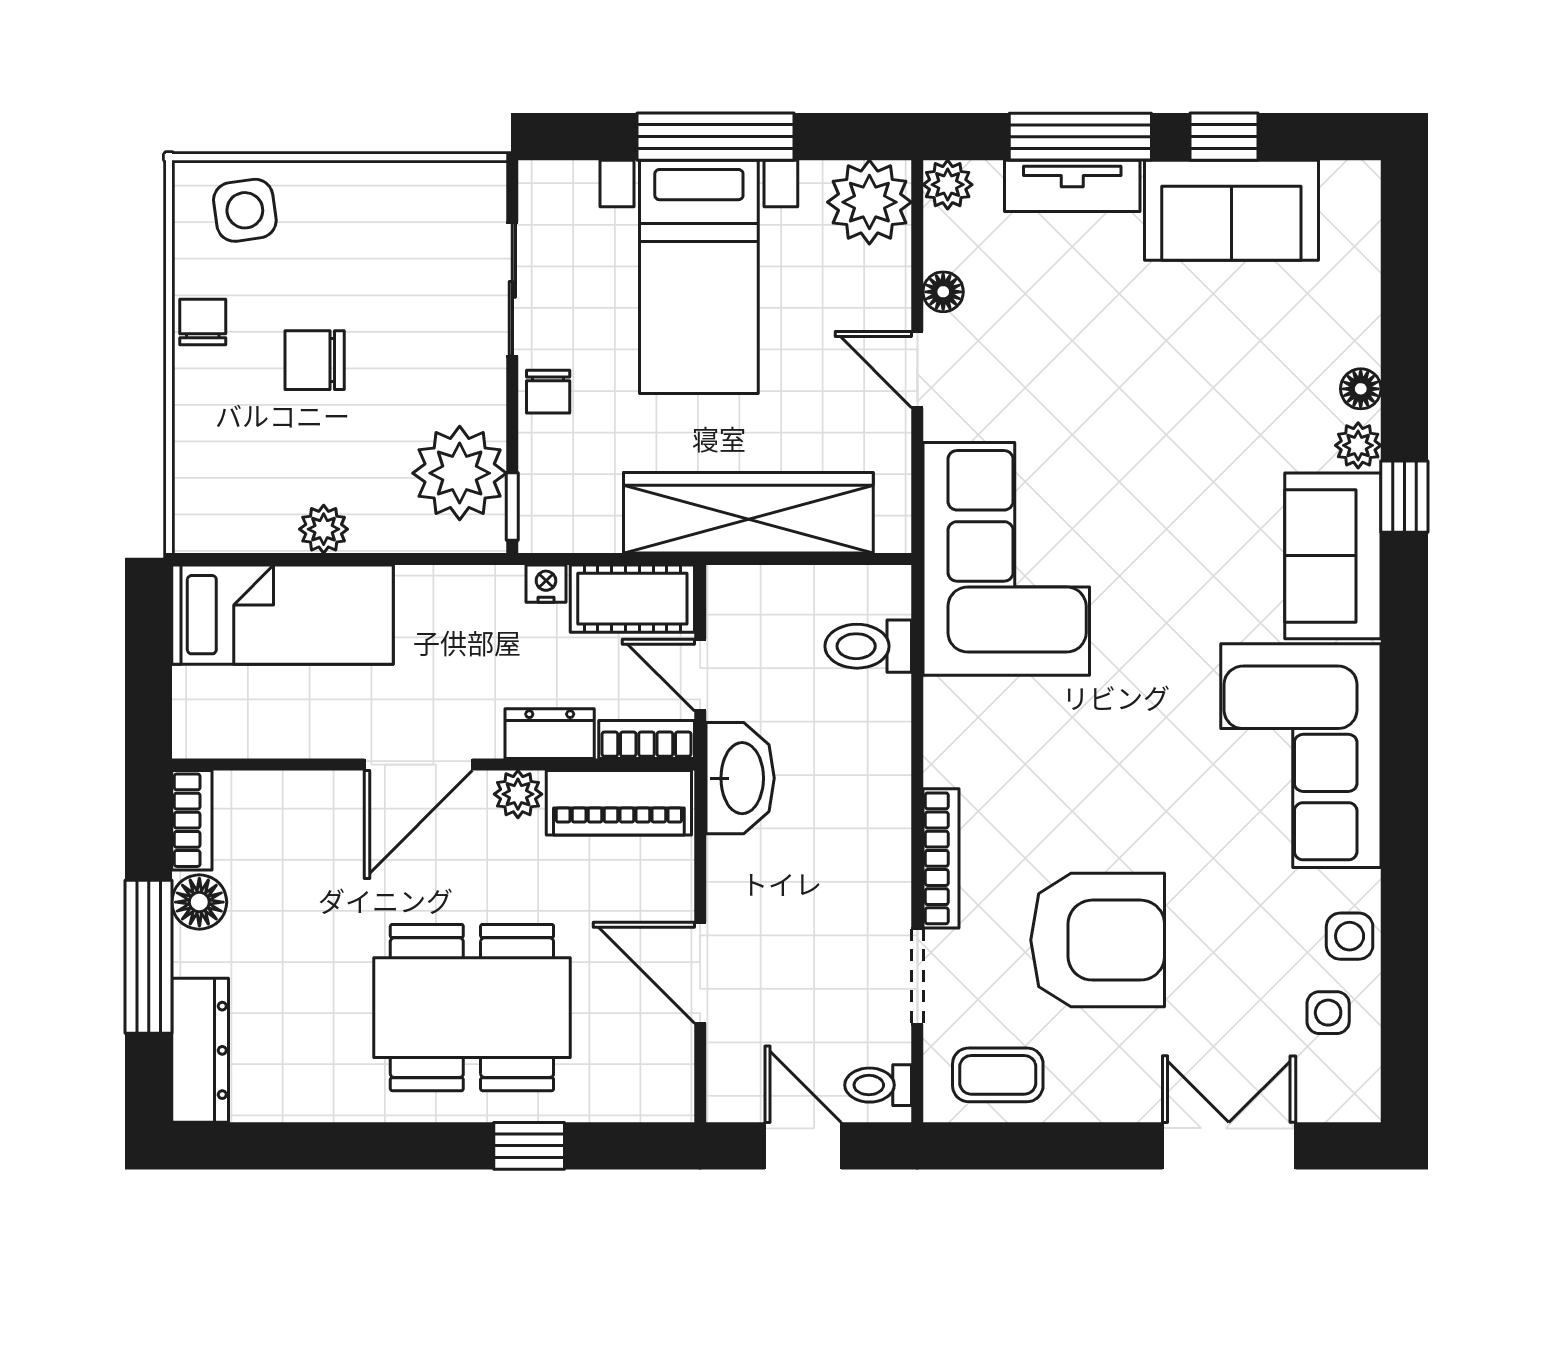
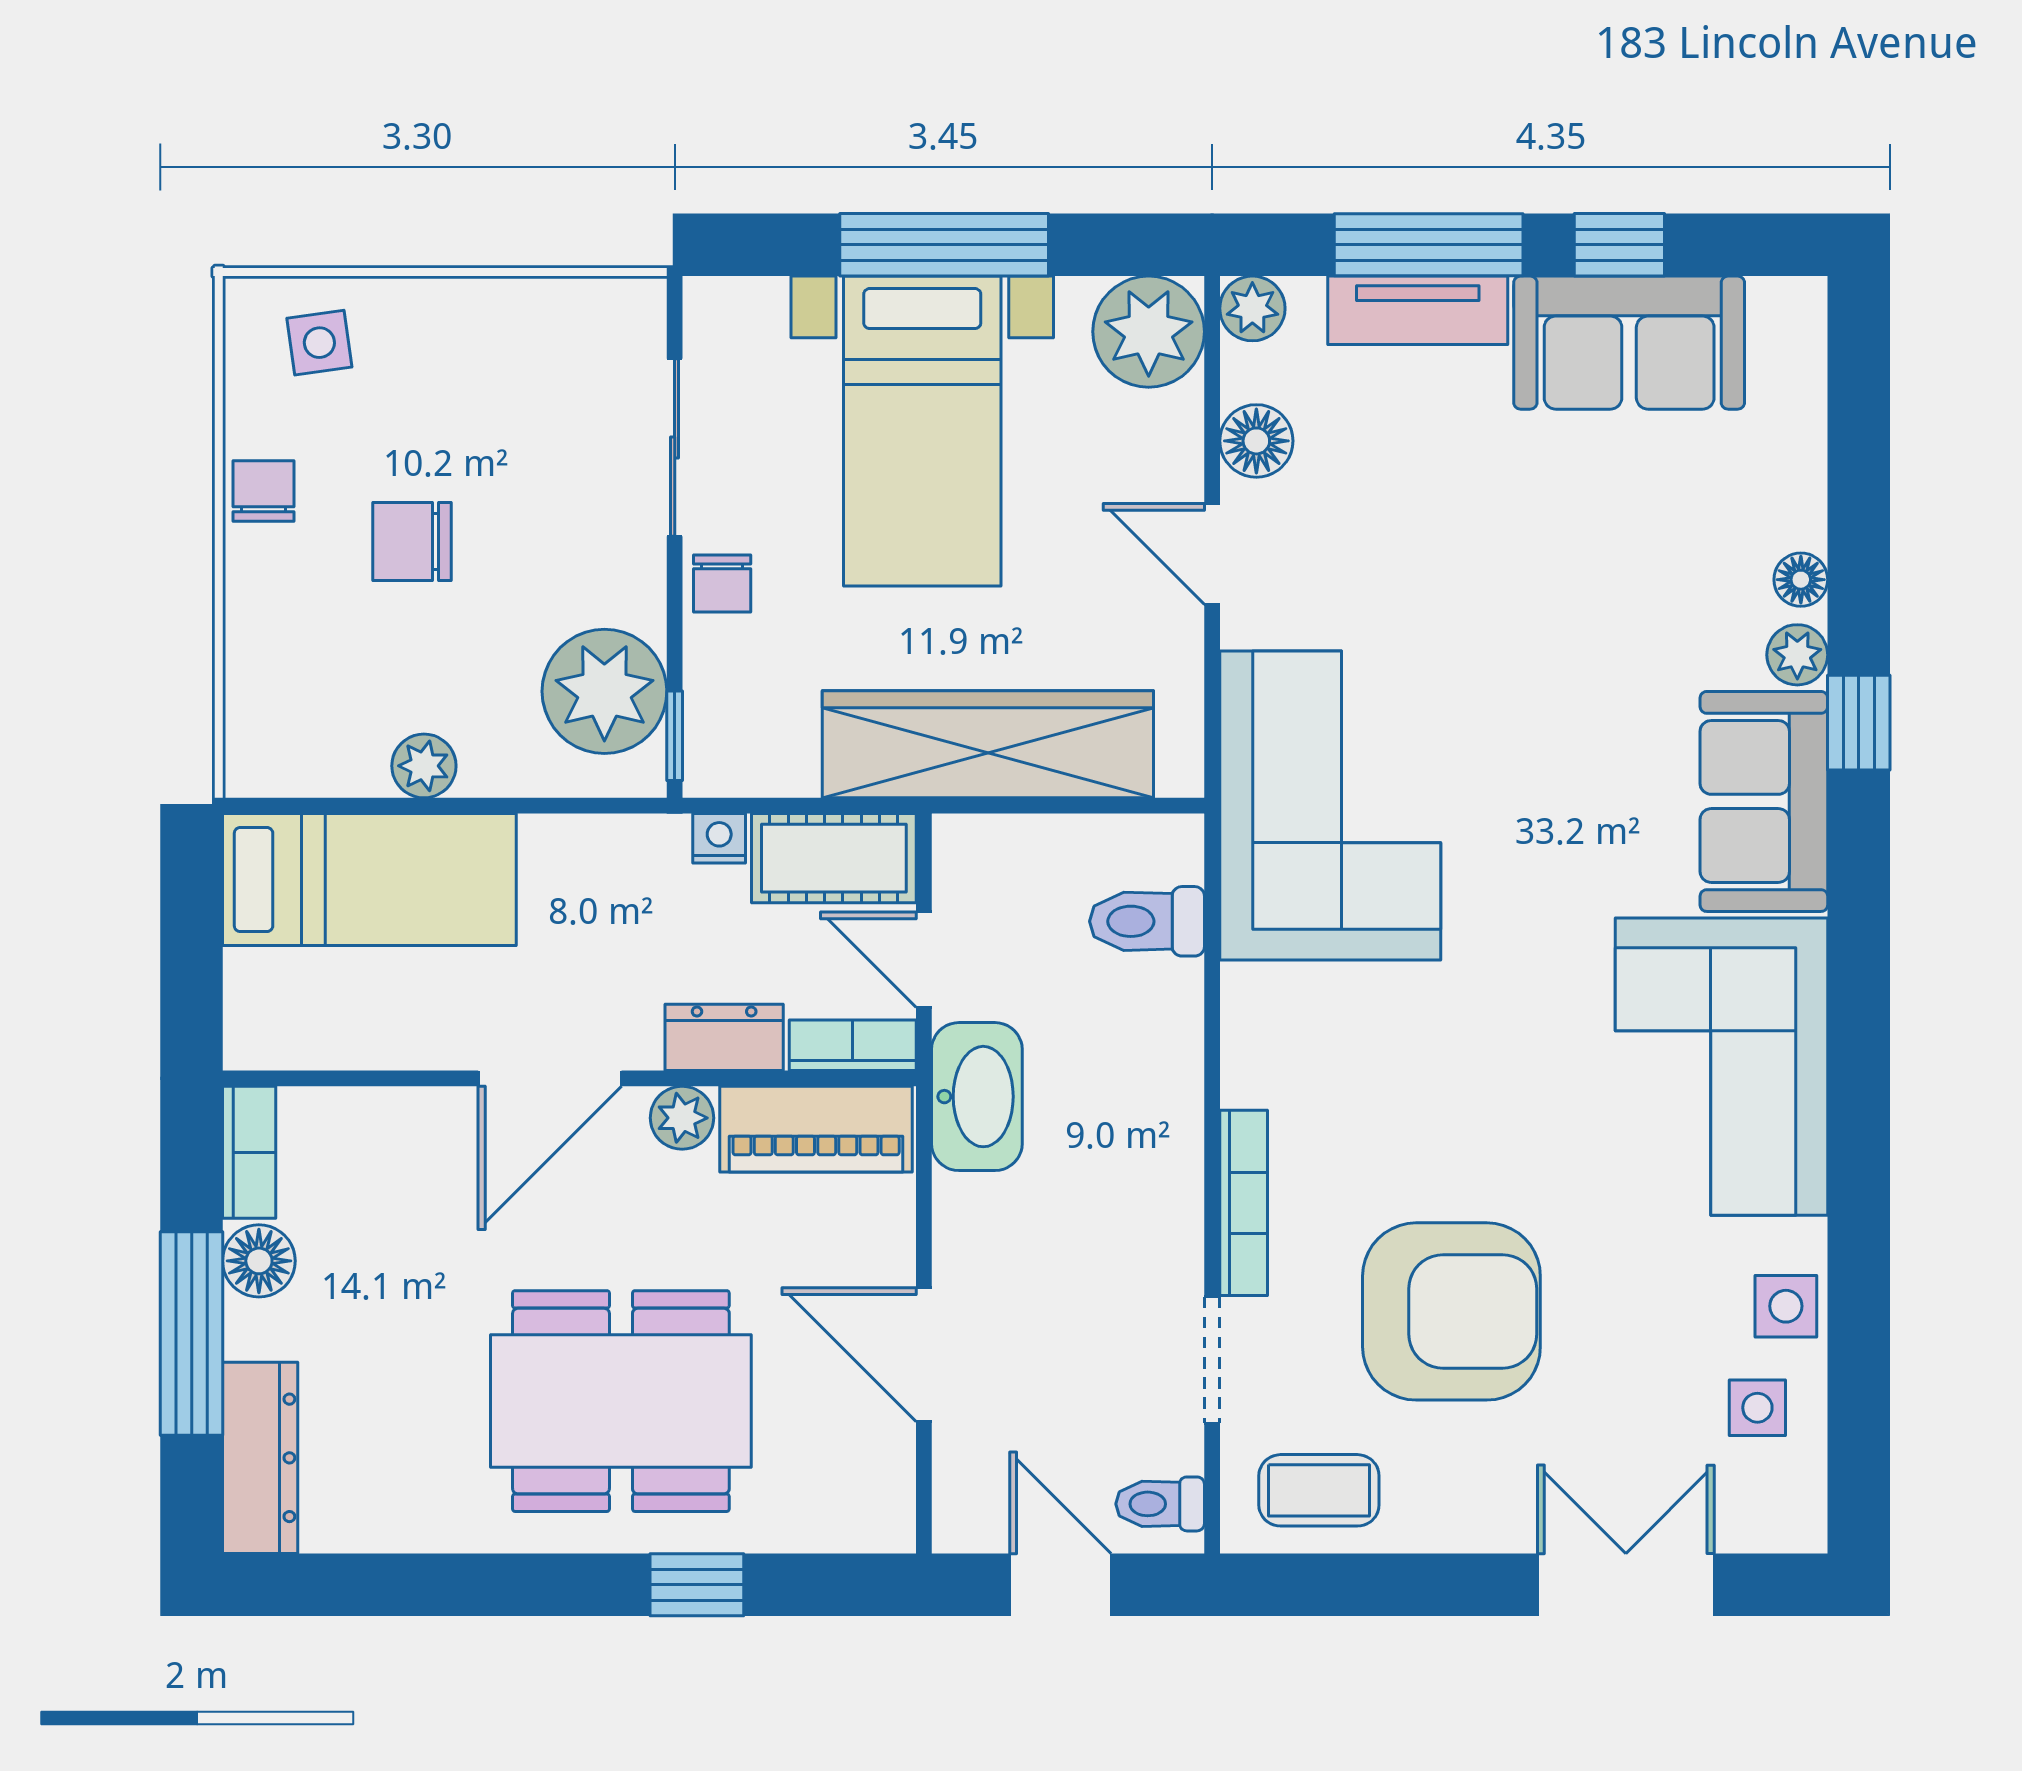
side table: (245, 210) -> (319, 343), width x0.73, depth x0.73
floor lamp: (943, 292) -> (1256, 441), width x1.37, depth x1.37

